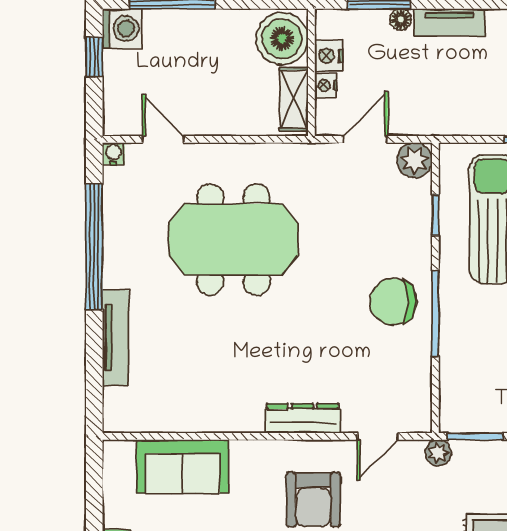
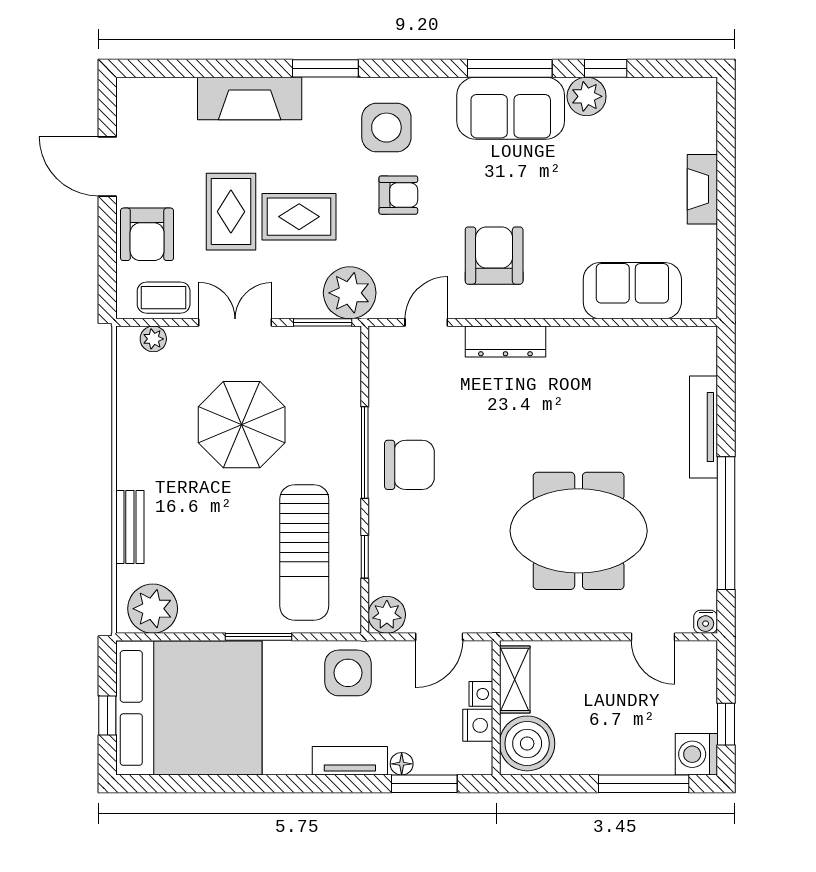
side table: (451, 105) -> (348, 673), added
plant: (438, 453) -> (350, 293), width x1.88, depth x1.88

